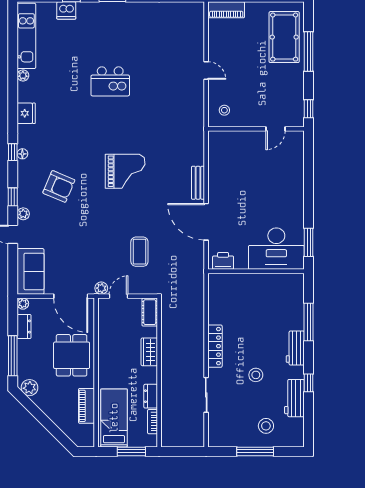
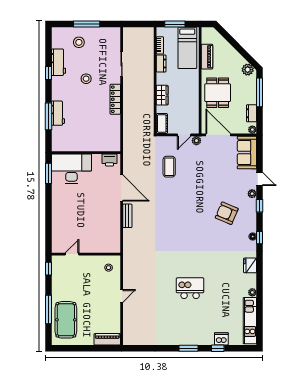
door: (206, 70) -> (122, 296), swing flipped
grand piano: (125, 171) -> (179, 224), removed
workbench: (295, 348) -> (58, 113), moved

